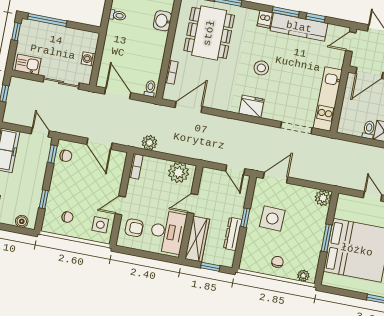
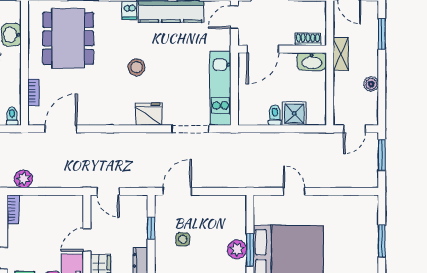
fridge: (252, 106) -> (149, 114), moved
door: (235, 170) -> (108, 191), moved
plant: (179, 173) -> (64, 207), removed
plant: (323, 198) -> (237, 249), moved
window: (245, 218) -> (151, 228), moved
side table: (272, 218) -> (183, 239), width x0.54, depth x0.54

